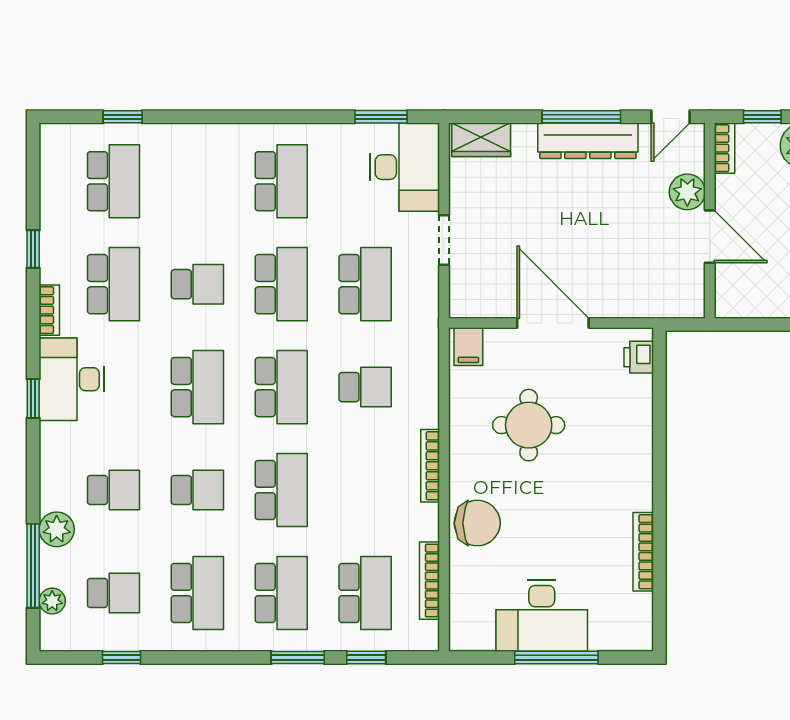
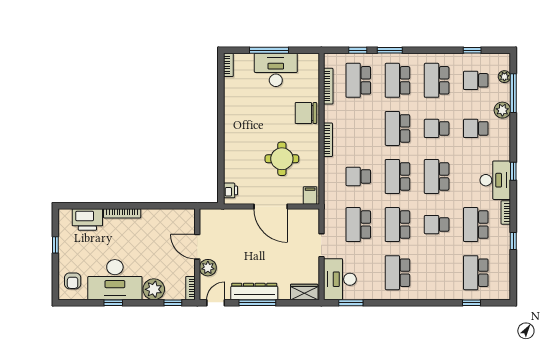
bookcase: (643, 552) -> (228, 65), moved, width x0.64

